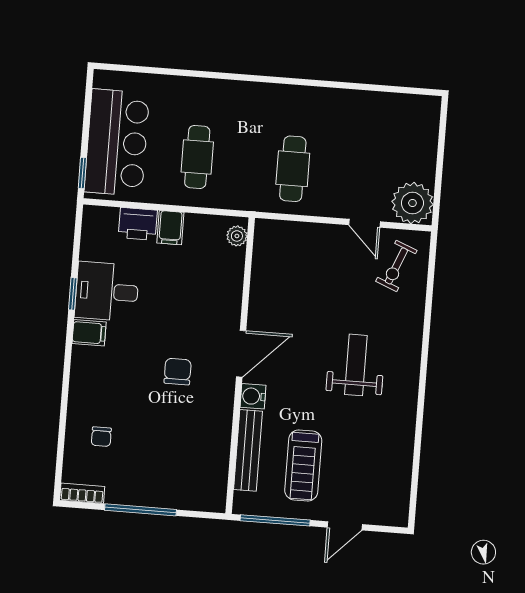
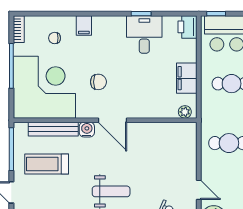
door: (364, 223) -> (199, 190), swing flipped
printer: (138, 224) -> (187, 27), moved
filing cabinet: (170, 228) -> (187, 78), width x2.00
filing cabinet: (89, 333) -> (84, 25), moved
corner desk: (179, 459) -> (44, 87), added

